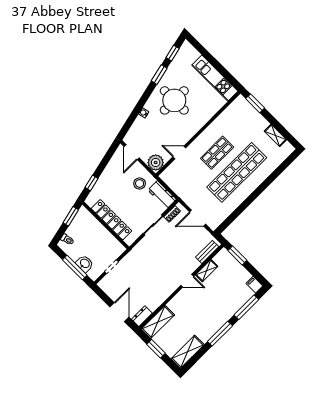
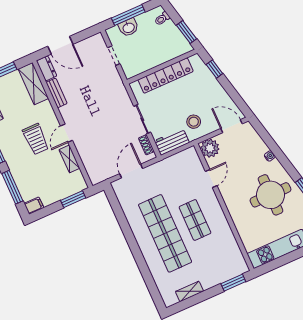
bench: (207, 252) -> (57, 93), moved
trolley: (201, 303) -> (36, 139), added

